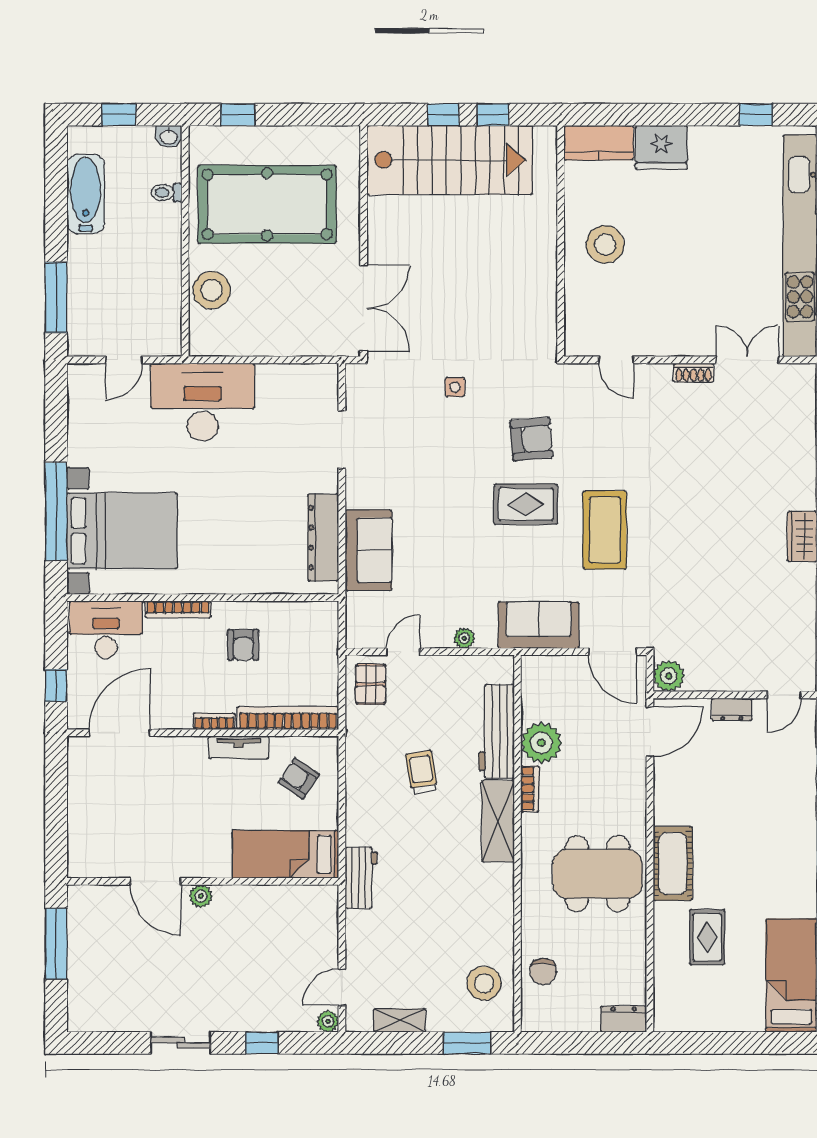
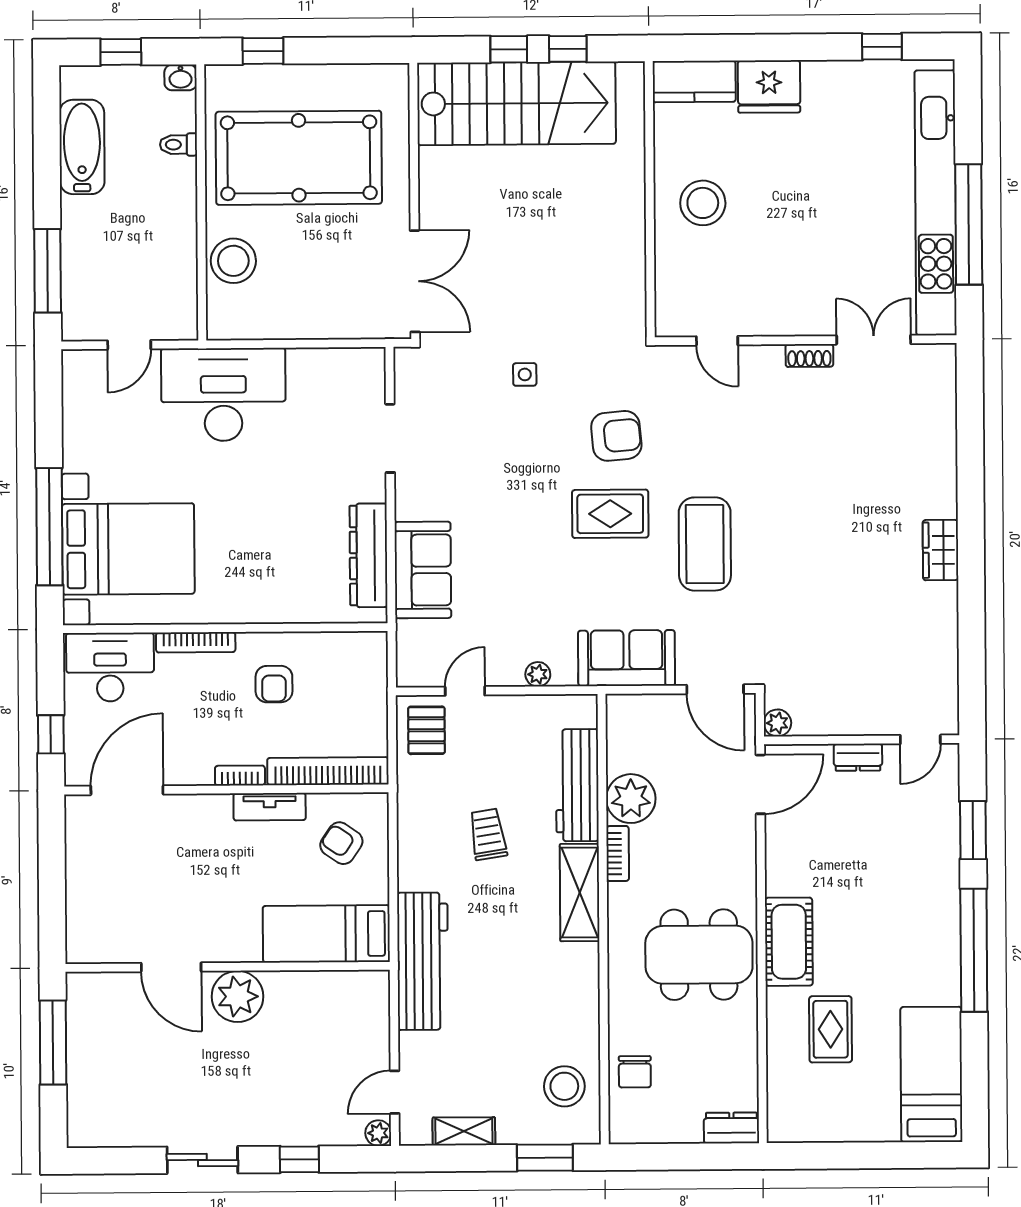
plant: (669, 676) -> (777, 723), width x0.73, depth x0.73
workbench: (361, 878) -> (423, 961), width x1.88, depth x1.32
plant: (201, 896) -> (238, 996), width x1.88, depth x1.88

